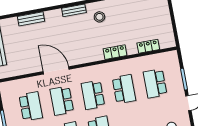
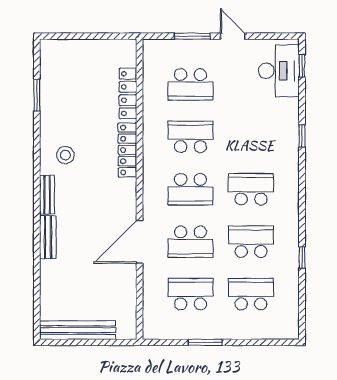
bench: (31, 19) -> (48, 237), moved
locker: (148, 46) -> (128, 94), width x1.53
locker: (115, 52) -> (127, 150), width x1.53

